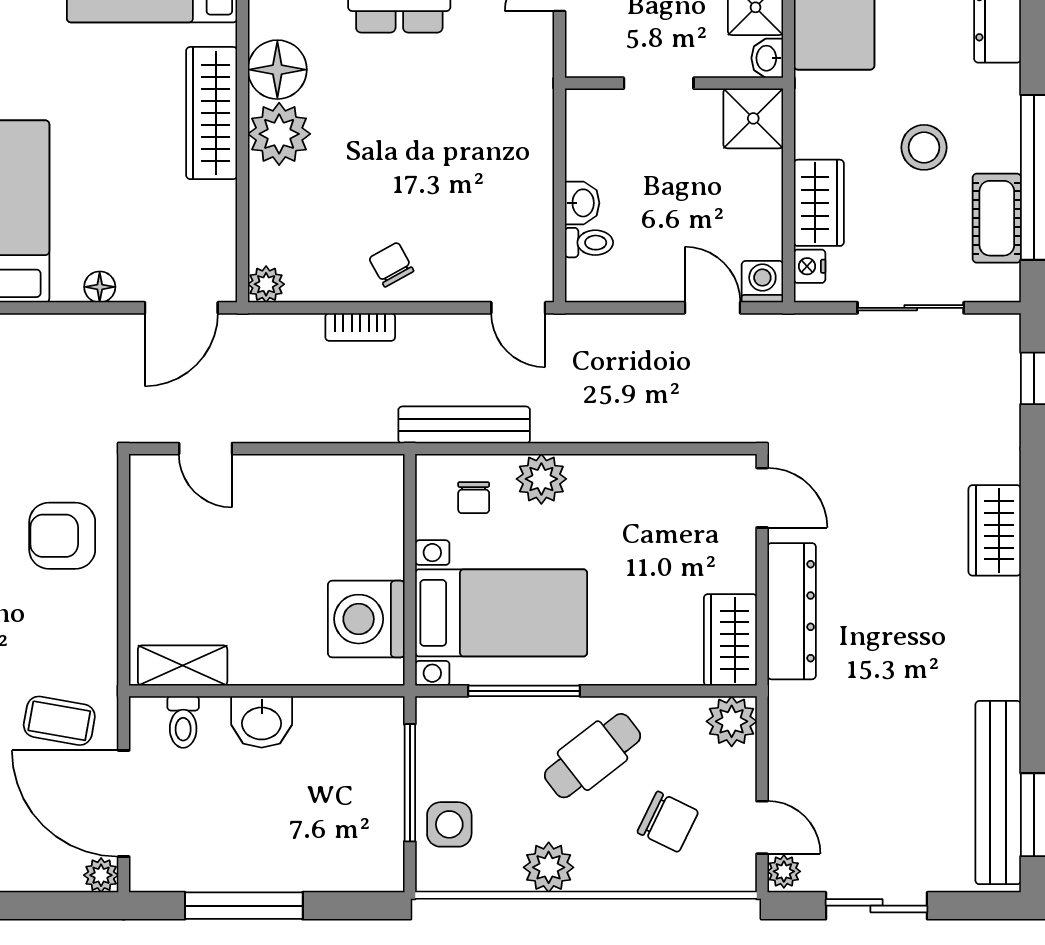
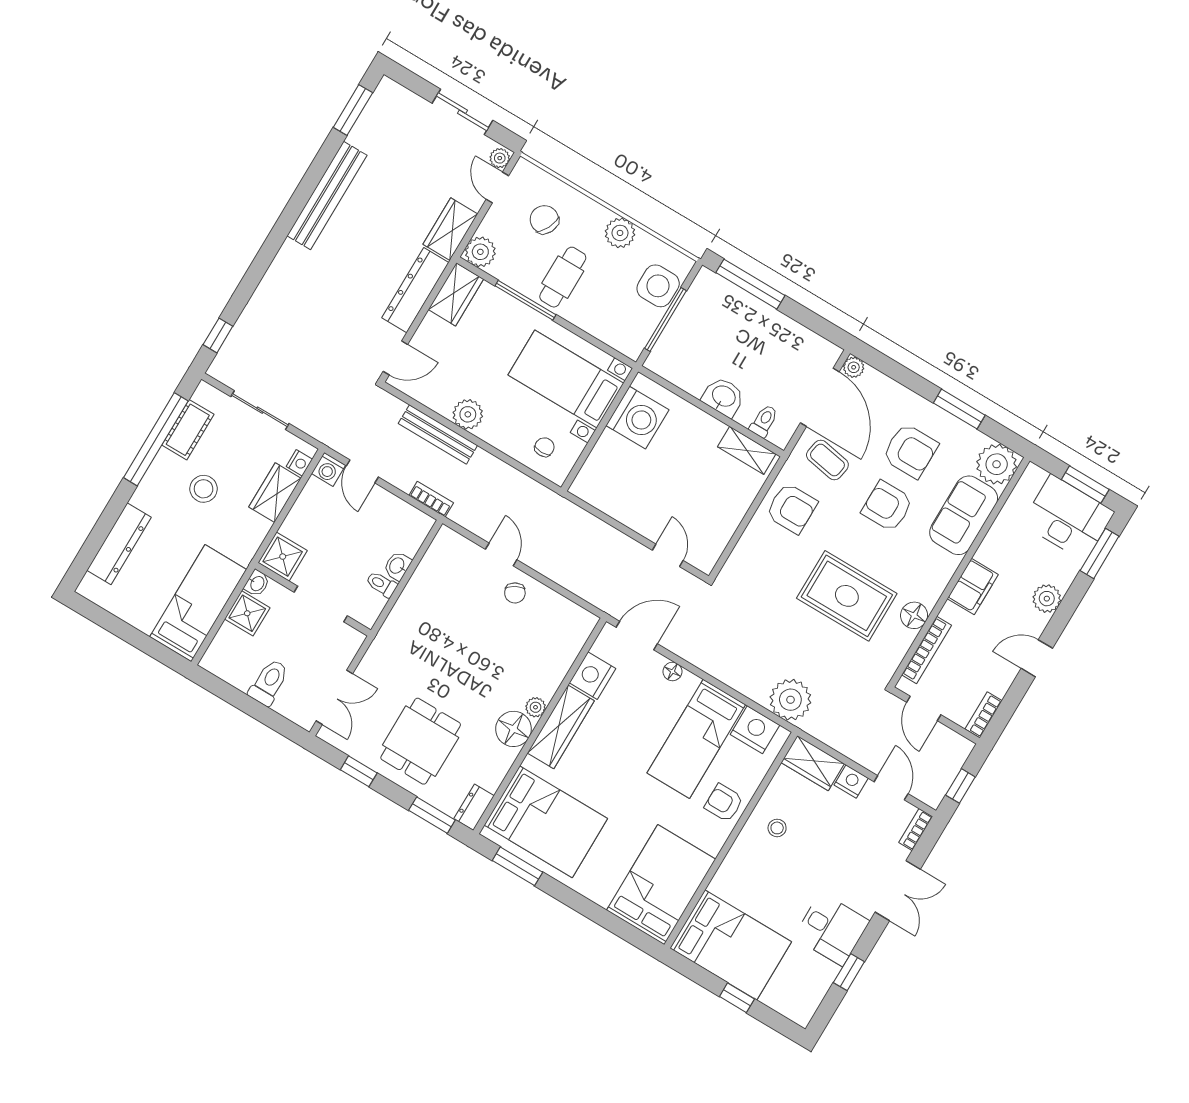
doorway: (659, 83) -> (321, 604), width x1.38
plant: (279, 134) -> (536, 707), width x0.53, depth x0.53
nightstand: (210, 213) -> (592, 676), added
toilet: (589, 243) -> (381, 584), moved
plant: (266, 284) -> (586, 622), removed
door: (518, 308) -> (501, 554), moved
bookcase: (360, 327) -> (431, 499), moved
bench: (464, 425) -> (438, 434), moved
plant: (541, 479) -> (468, 414), moved
door: (762, 498) -> (395, 358), swing flipped
wardrobe: (995, 530) -> (450, 229), moved, turned 180
armchair: (62, 536) -> (792, 508), moved
window: (524, 691) -> (525, 300), moved
cafe table: (593, 756) -> (563, 277), turned -52
bench: (998, 793) -> (327, 196), moved
side table: (449, 824) -> (658, 286), width x1.37, depth x1.37
window: (244, 906) -> (750, 284), moved

